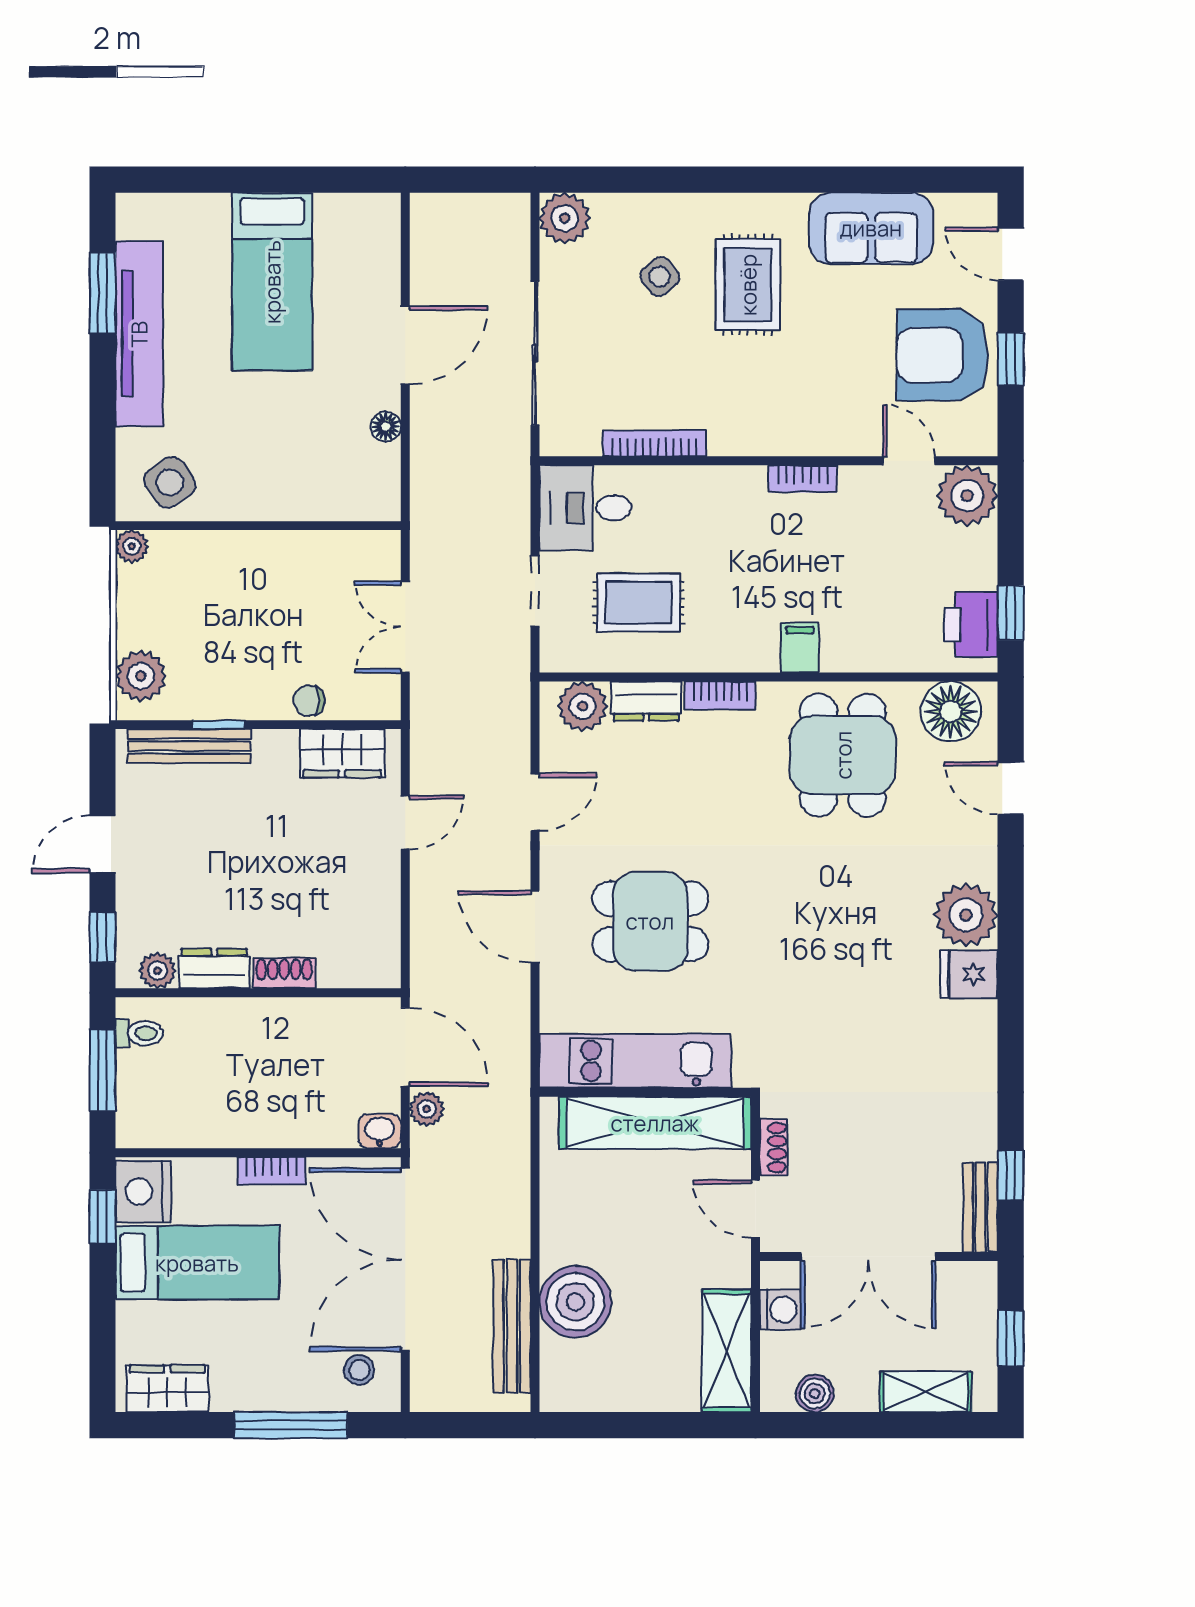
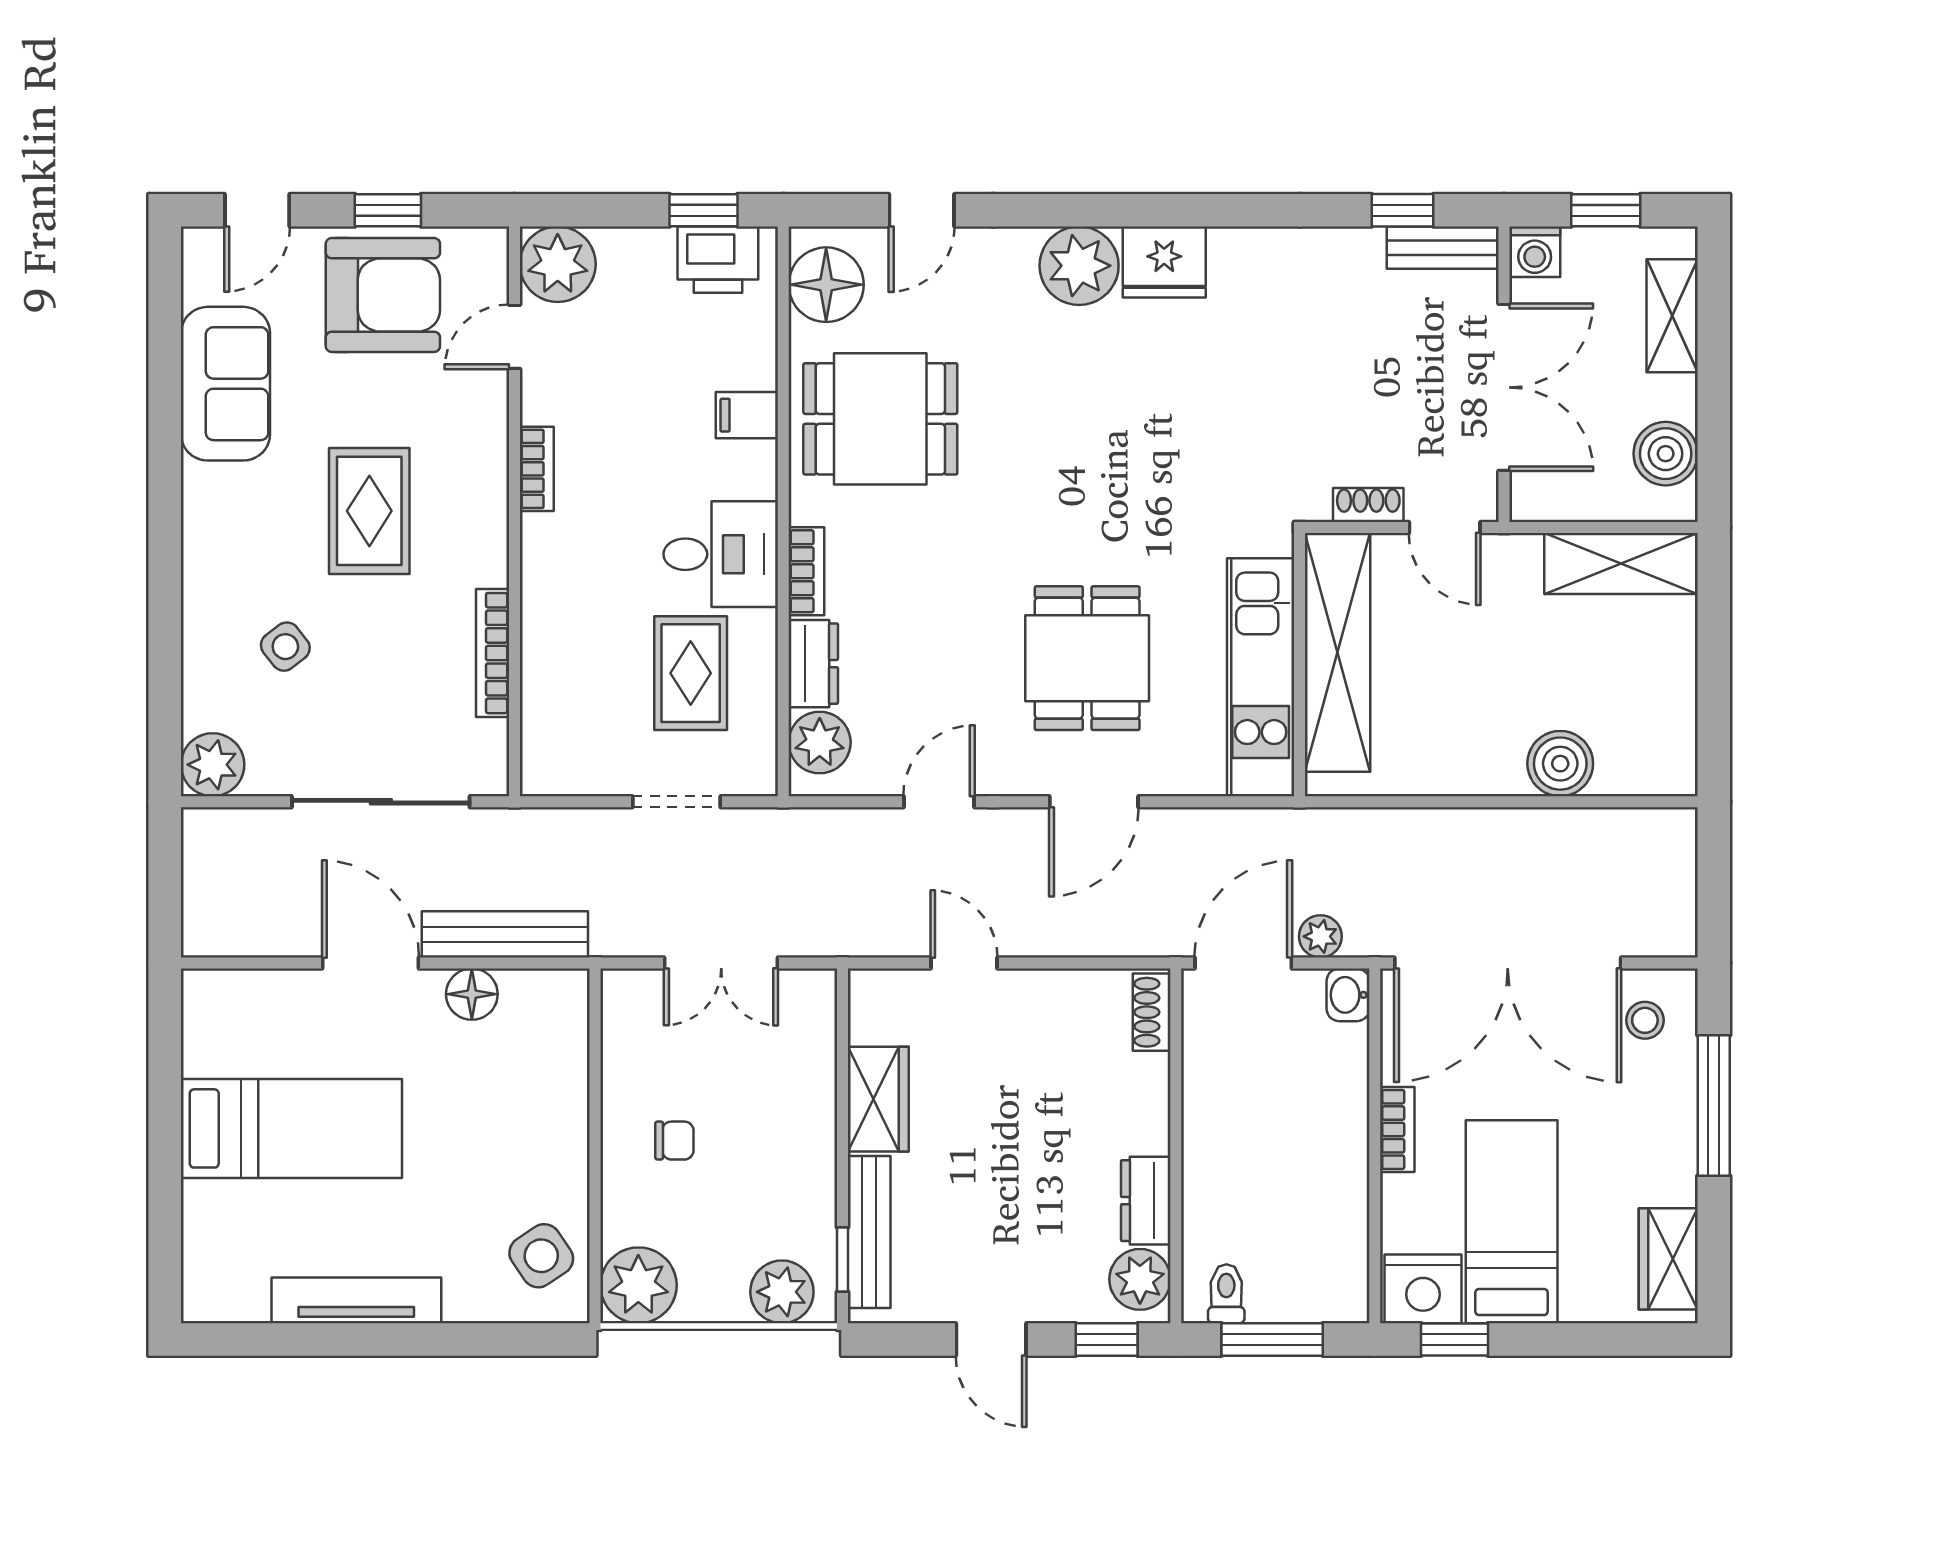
rug: (748, 285) -> (369, 511), moved, turned 90
window: (102, 293) -> (306, 1339), removed
tv unit: (139, 334) -> (356, 1300), width x0.73, depth x0.78
armchair: (942, 355) -> (383, 295), turned -90
floor lamp: (386, 427) -> (472, 994), width x1.37, depth x1.37
desk: (585, 508) -> (721, 554), moved, turned -90
plant: (132, 546) -> (638, 1285), width x1.88, depth x1.88
filing cabinet: (800, 648) -> (747, 415), moved
chair: (309, 701) -> (674, 1141), moved, turned -90
window: (219, 725) -> (842, 1260), moved
wardrobe: (342, 753) -> (878, 1099), moved
door: (535, 802) -> (939, 802), hinge flipped
plant: (158, 971) -> (1140, 1279), width x1.38, depth x1.38
shoe rack: (284, 973) -> (1152, 1012), moved
fridge: (969, 974) -> (1164, 262), width x1.38
door: (756, 1209) -> (1445, 527), hinge flipped
boiler: (575, 1302) -> (1560, 764), width x0.73, depth x0.73
washing machine: (780, 1310) -> (1535, 252), moved, turned 180
bench: (512, 1326) -> (505, 934), moved
boiler: (815, 1393) -> (1666, 454), width x1.36, depth x1.36

